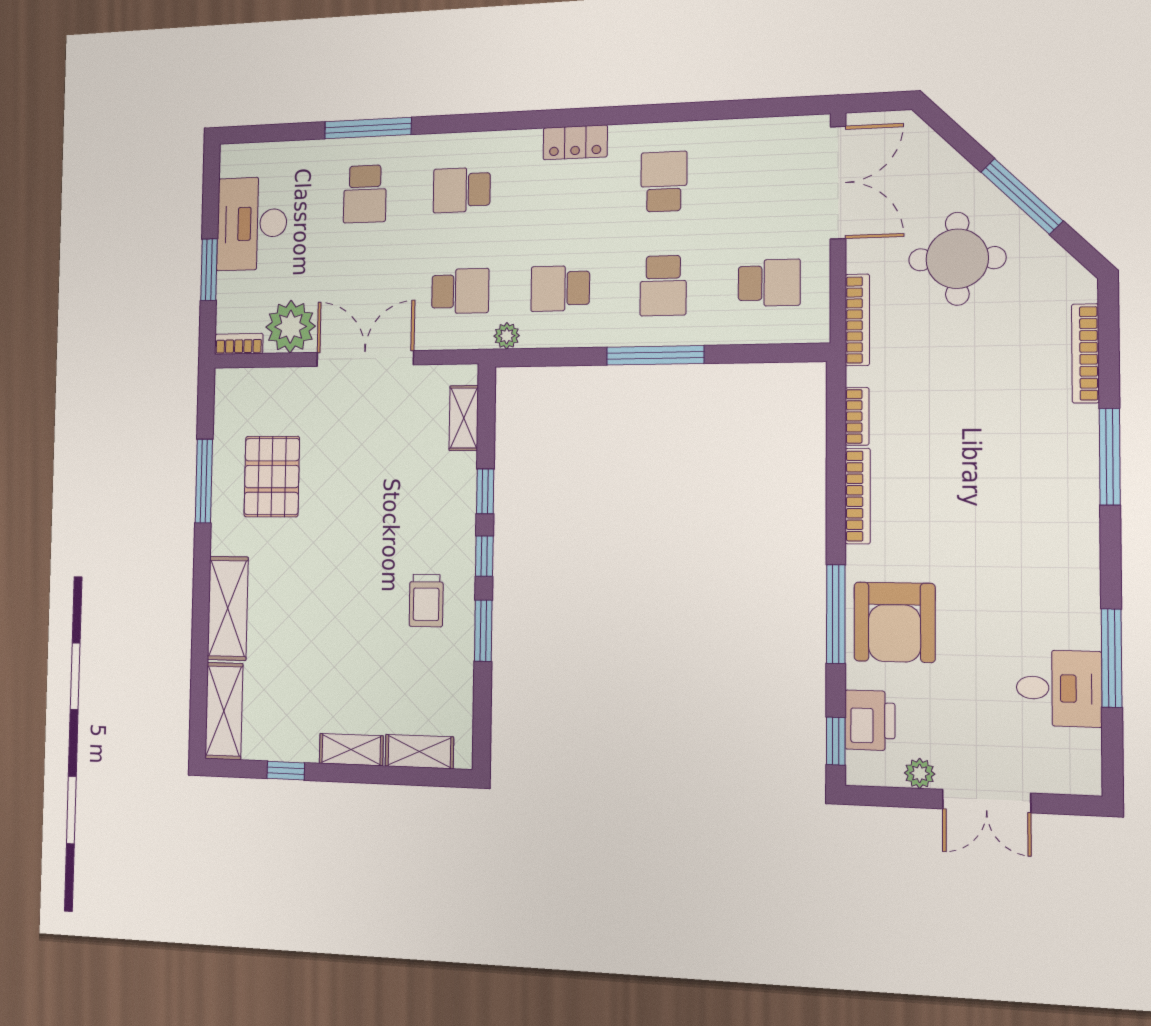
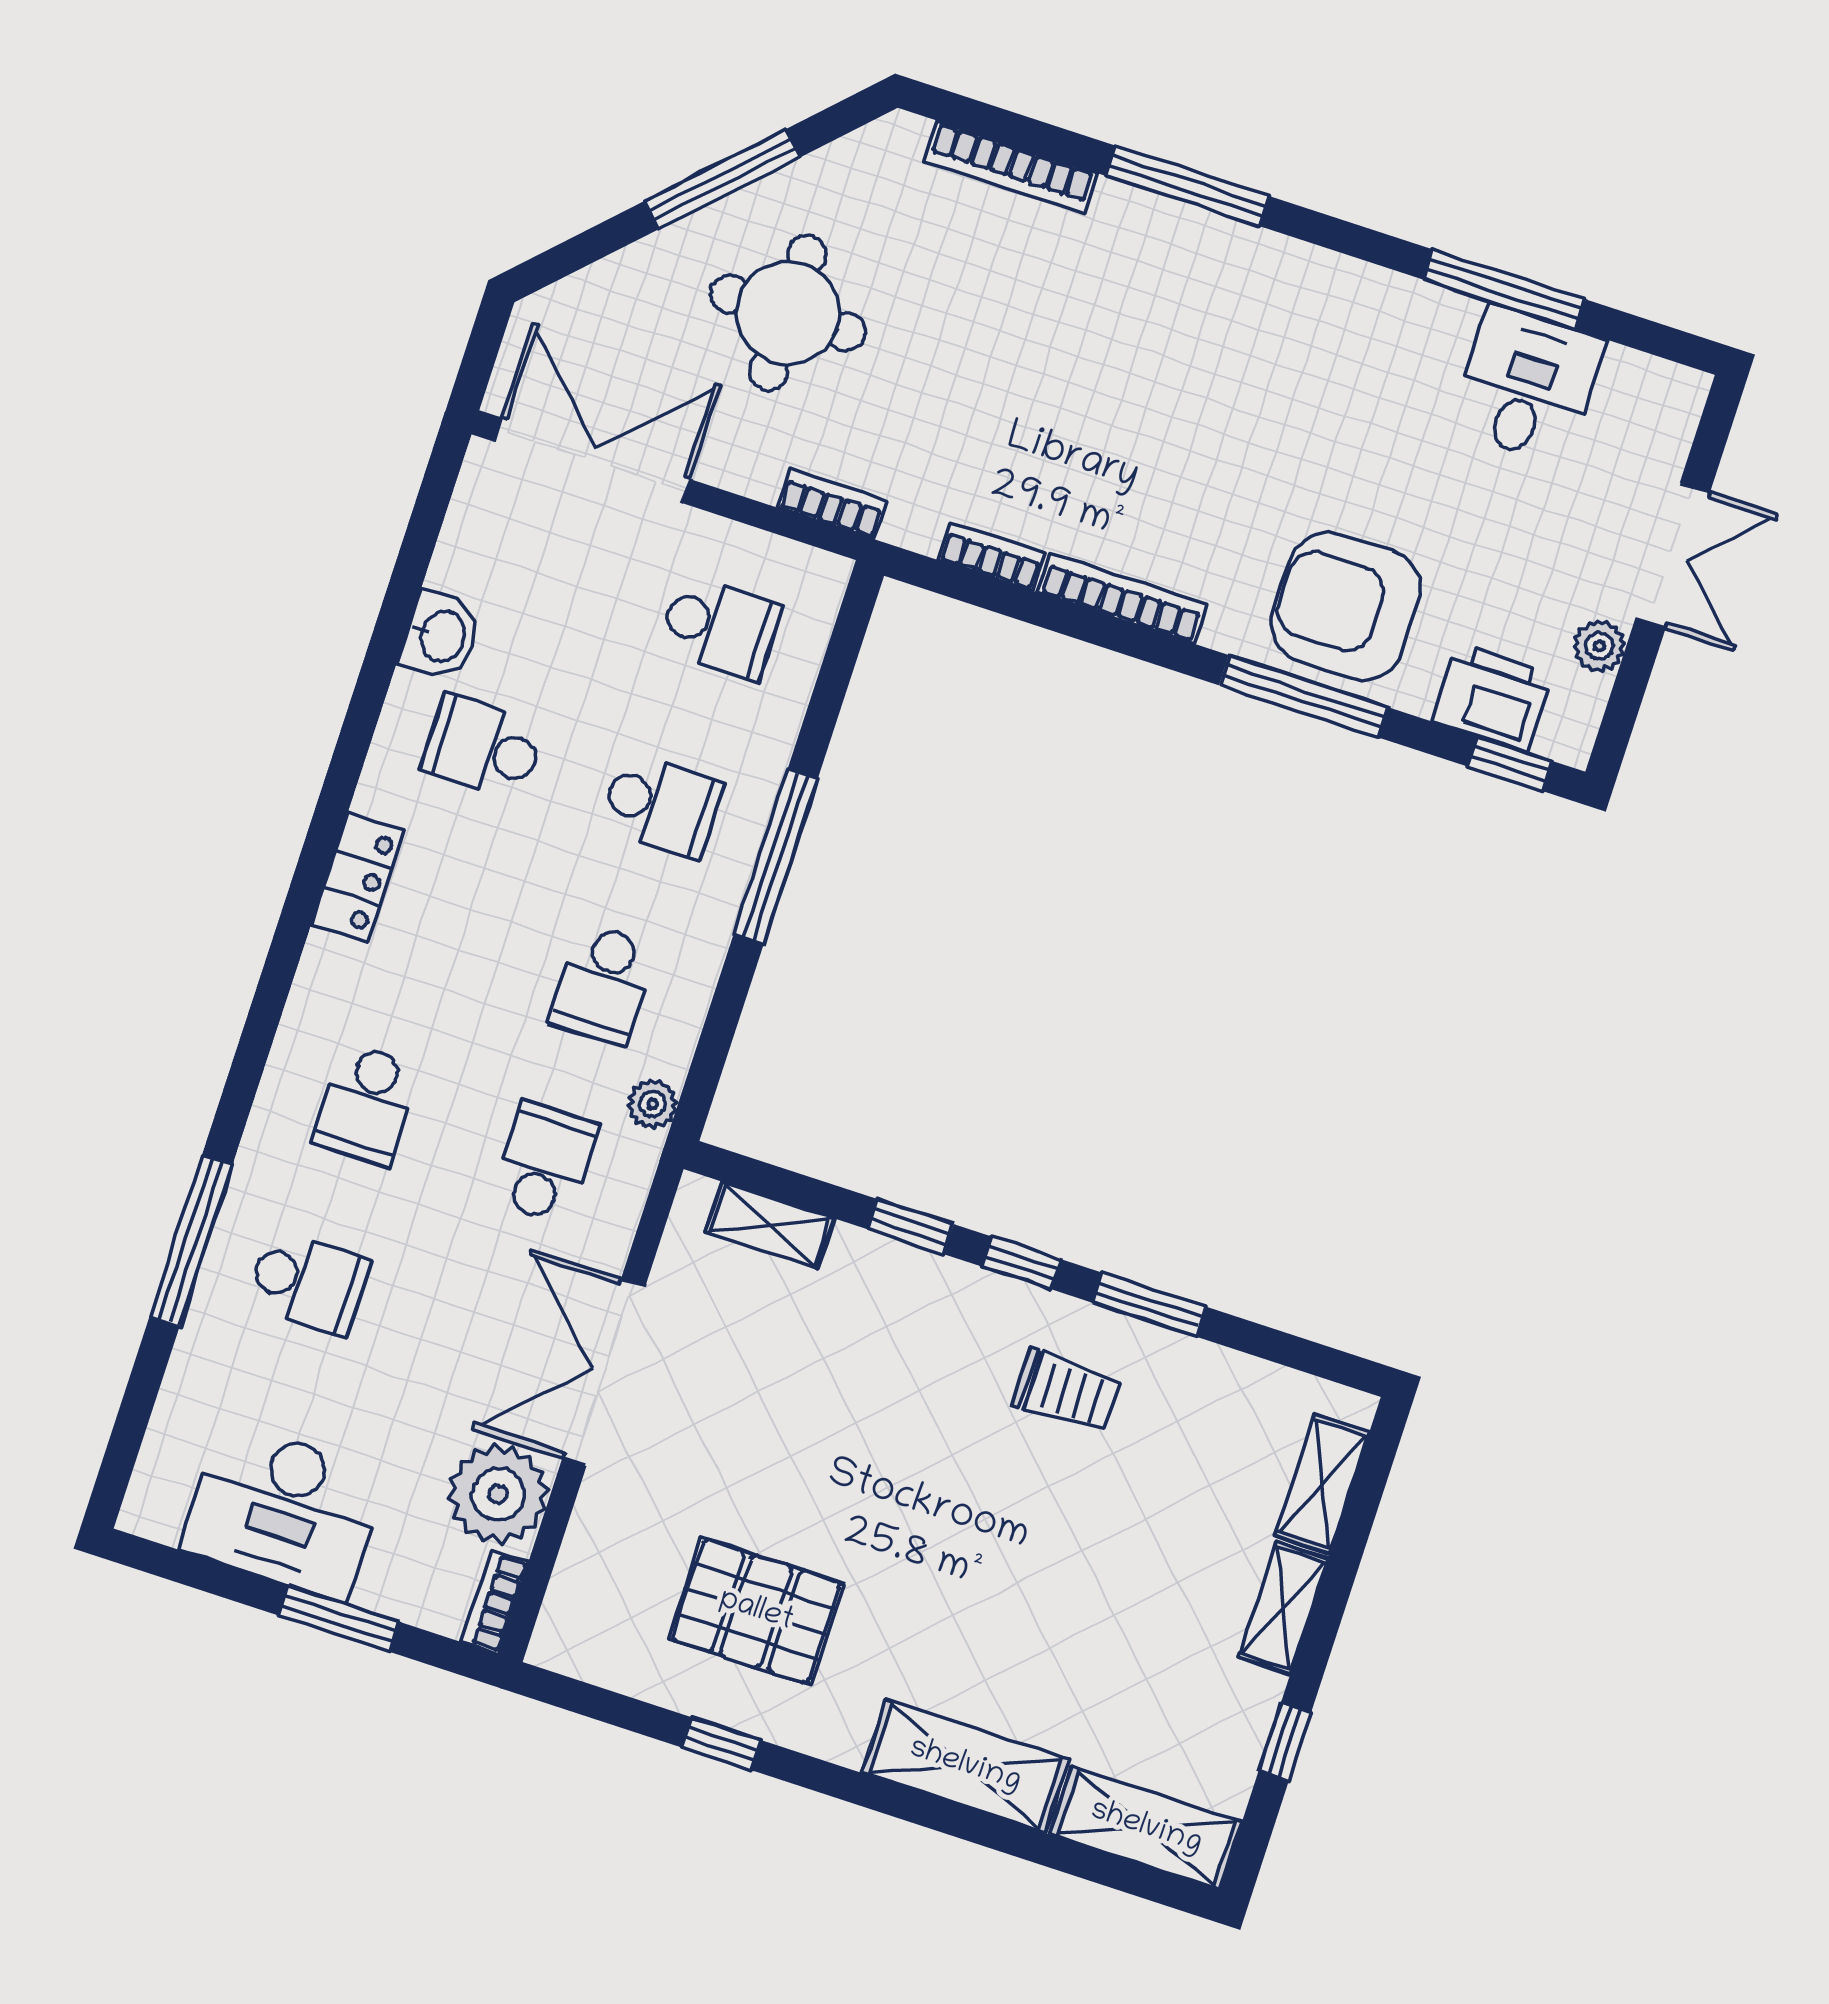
washbasin: (716, 138) -> (441, 635), added
school desk: (769, 283) -> (720, 627), turned 90
bookcase: (857, 320) -> (832, 504), width x0.64
window: (204, 481) -> (722, 1744), width x0.46
armchair: (894, 622) -> (1346, 606), turned 180

